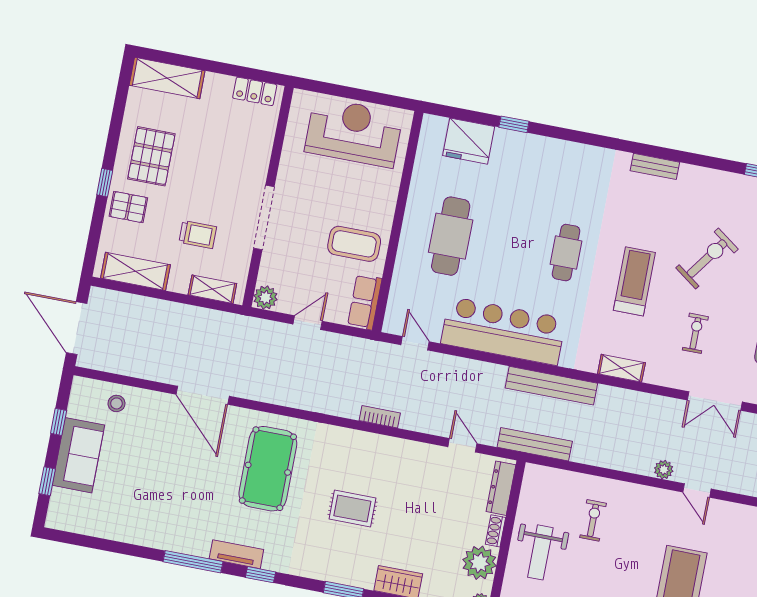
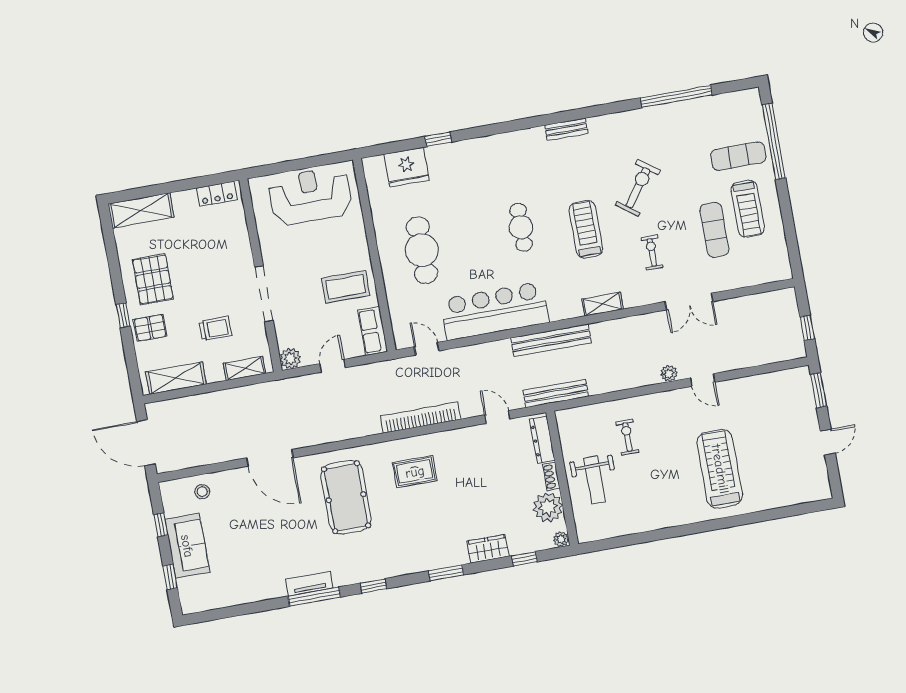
bookcase: (380, 417) -> (421, 418), width x2.31, depth x1.31
rug: (352, 508) -> (415, 472), moved
tv unit: (236, 554) -> (309, 584), moved

